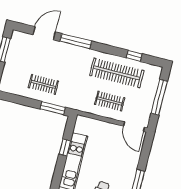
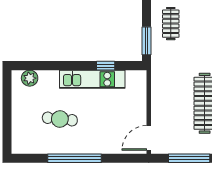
clothes rail: (110, 101) -> (171, 103), removed

